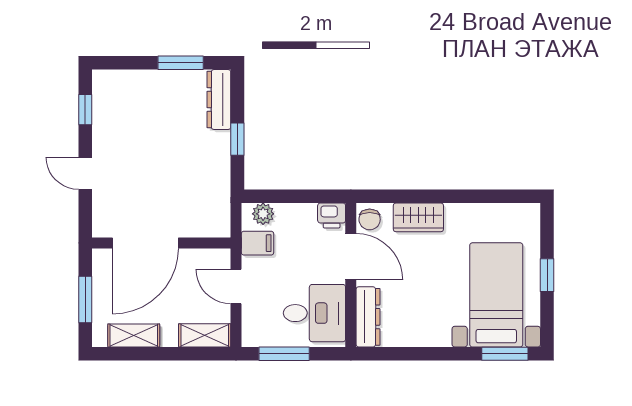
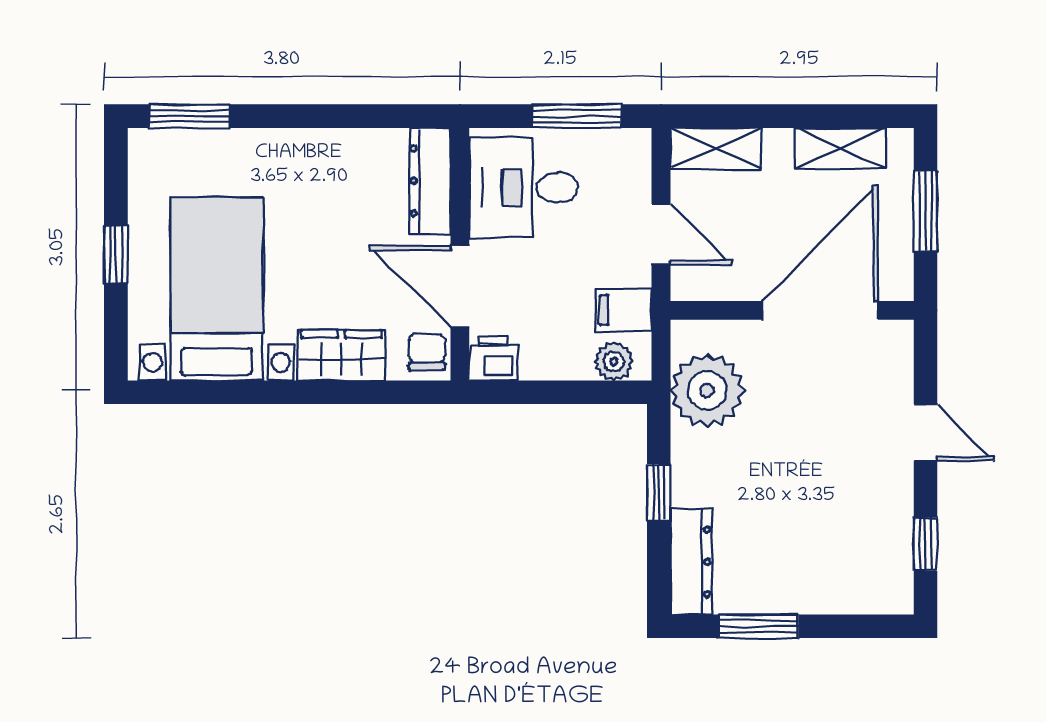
plant: (210, 197) -> (707, 391), added
bed with nightstands: (496, 295) -> (217, 289), moved, turned 180

